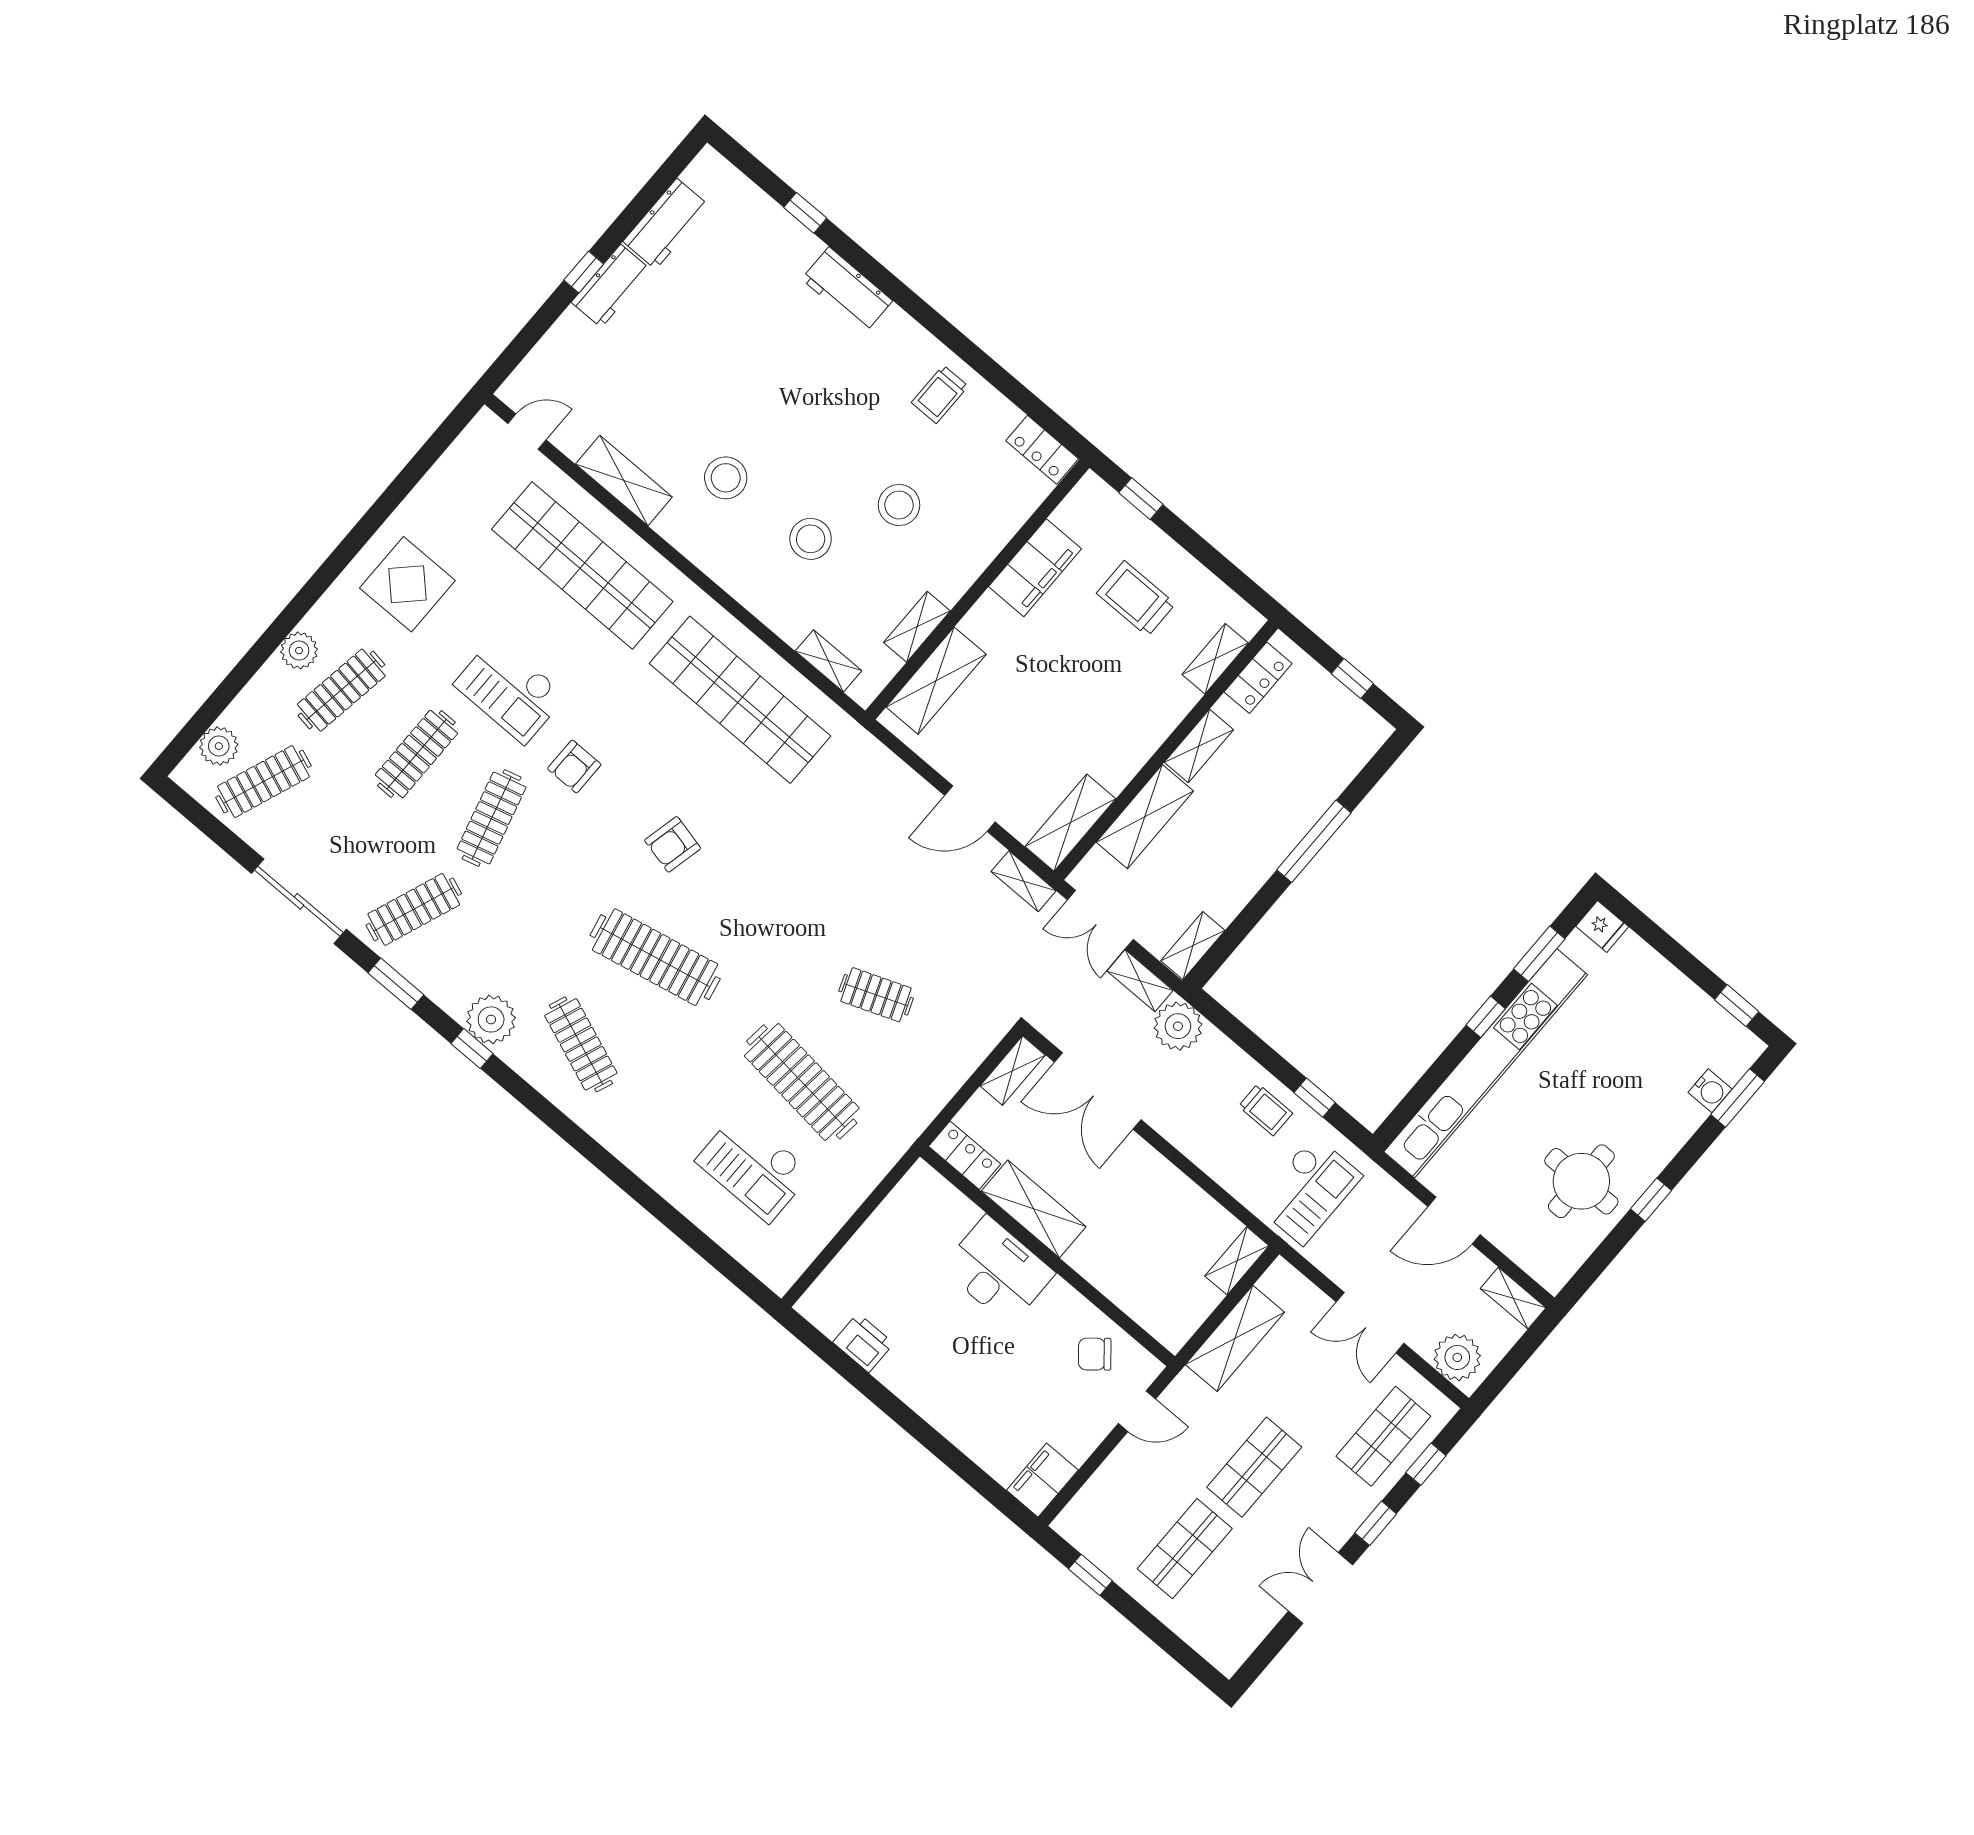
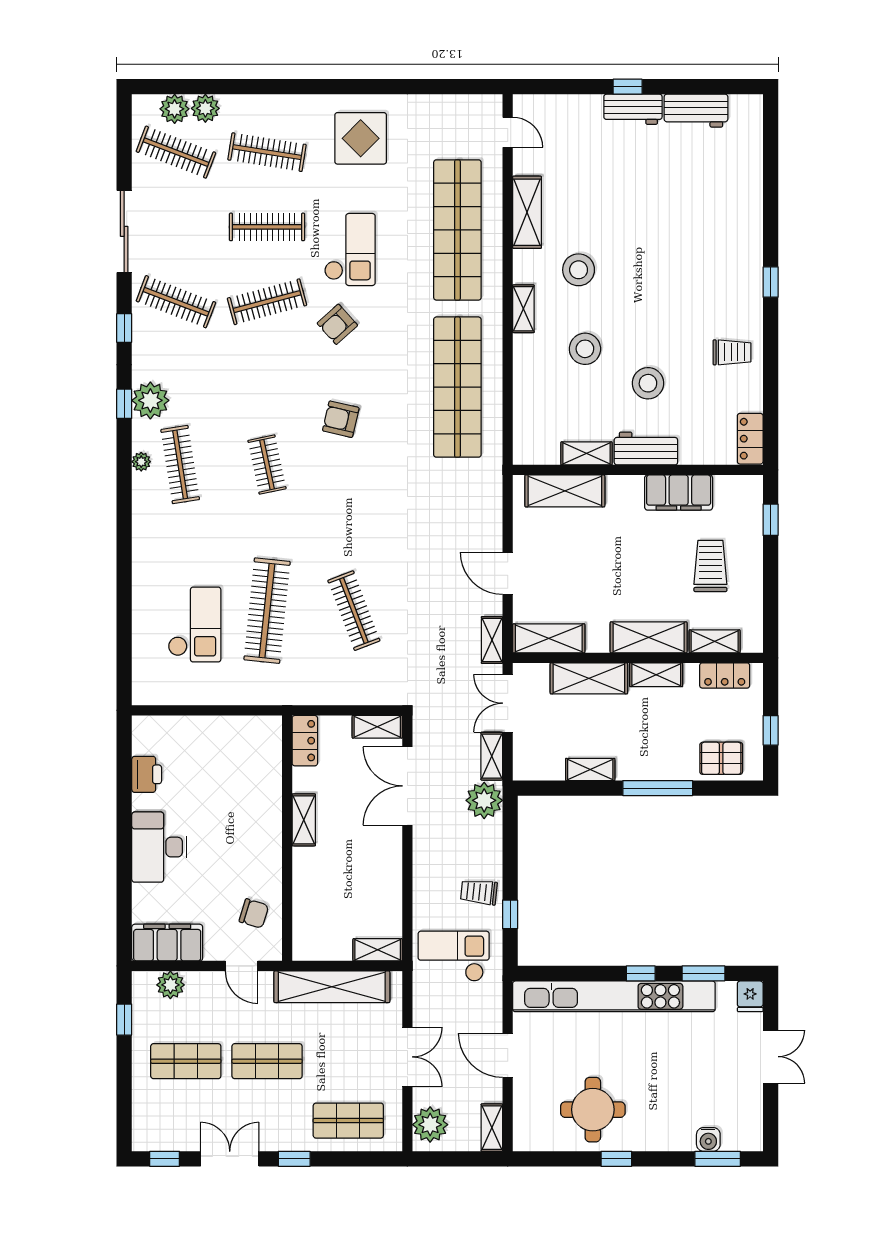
window: (805, 213) -> (771, 282), moved
workbench: (847, 290) -> (646, 449), moved, turned 90
trolley: (940, 394) -> (732, 352), turned 180
plant: (299, 651) -> (205, 108), moved
shelving: (828, 661) -> (523, 309), moved
checkout: (510, 690) -> (350, 250), turned 180
shelving: (1155, 722) -> (649, 637), added
pallet: (1338, 752) -> (721, 758), added
armchair: (574, 767) -> (337, 324), turned -42
shelving: (1193, 946) -> (590, 769), moved
clothes rail: (655, 957) -> (267, 465), width x0.54, depth x0.76
double door: (1680, 958) -> (771, 1057), added
window: (396, 984) -> (124, 328), width x0.67
clothes rail: (876, 995) -> (354, 611), width x1.36
window: (1737, 1006) -> (771, 1113), removed
clothes rail: (581, 1044) -> (180, 465), turned -30
plant: (545, 1081) -> (141, 462), added
trolley: (1265, 1110) -> (479, 892), turned 96
checkout: (754, 1167) -> (195, 625), turned 180
checkout: (1308, 1190) -> (454, 956), turned 180
shelving: (1034, 1209) -> (304, 820), width x0.67, depth x0.75
desk: (998, 1271) -> (159, 847), moved, turned 180
double door: (1370, 1323) -> (407, 1057), swing flipped
shelving: (1235, 1338) -> (332, 987), width x1.47
chair: (1095, 1354) -> (254, 914), turned 147
window: (1426, 1464) -> (165, 1159), moved
filing cabinet: (1042, 1480) -> (167, 943), width x1.50, depth x1.17
plant: (1095, 1499) -> (170, 985), added

